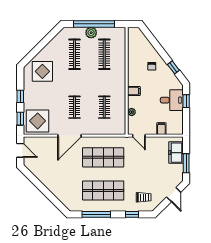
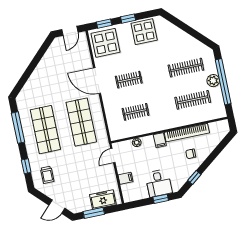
bookcase: (132, 66) -> (187, 133), added
display table: (42, 71) -> (144, 32), moved

